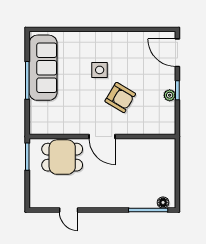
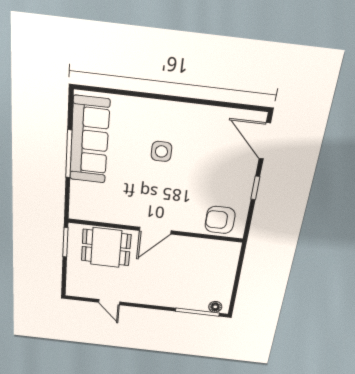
plant: (170, 95) -> (245, 193), removed
armchair: (120, 98) -> (220, 220), moved, turned 149
door: (102, 137) -> (155, 231), hinge flipped

